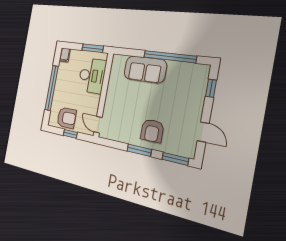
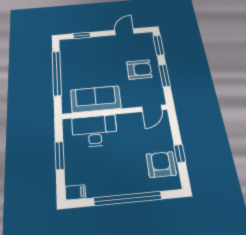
sofa: (145, 69) -> (96, 99), moved, turned -90
desk: (92, 76) -> (95, 131), moved
wall: (103, 95) -> (115, 112), moved
door: (98, 125) -> (152, 108), moved

